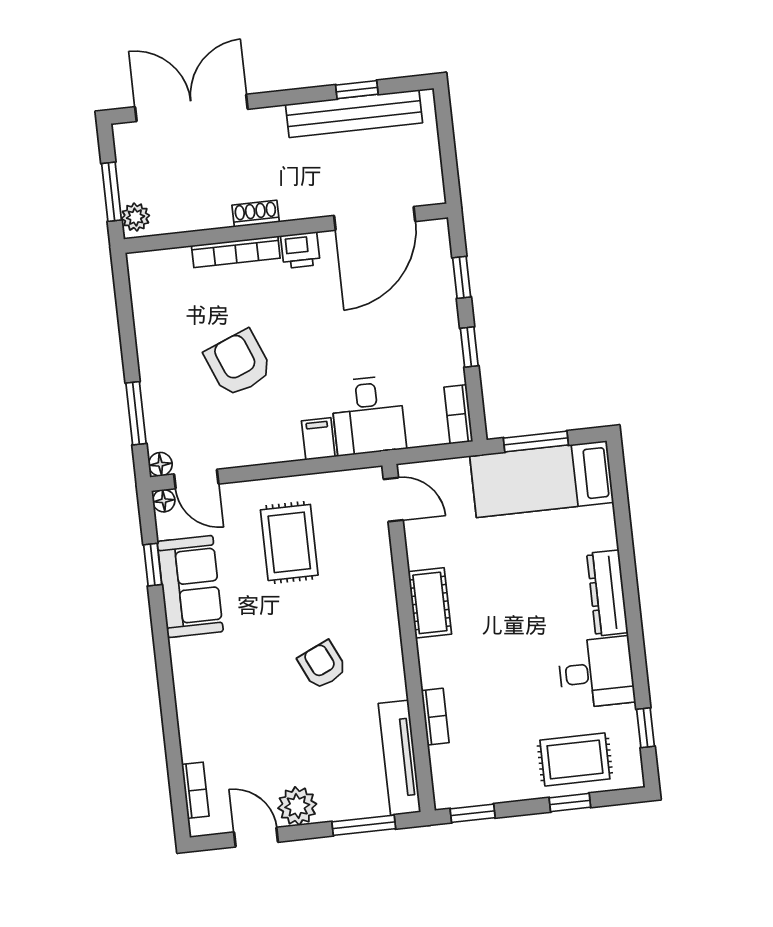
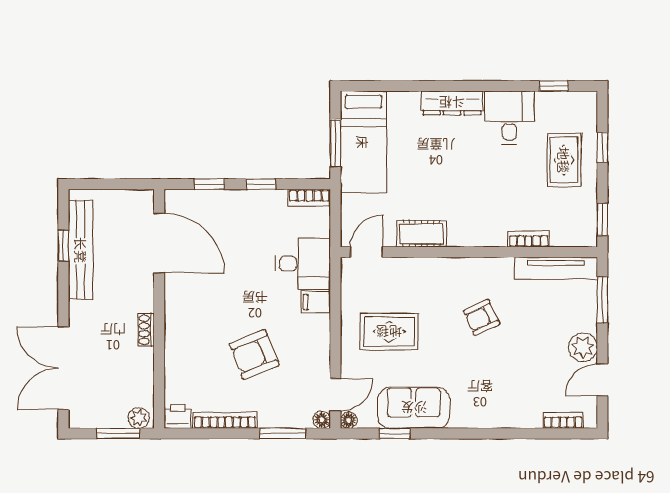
printer: (300, 250) -> (178, 416), moved, turned -90
bookcase: (236, 252) -> (225, 420), moved, turned -90
cot: (430, 603) -> (422, 234), moved
rug: (575, 759) -> (564, 160), moved

